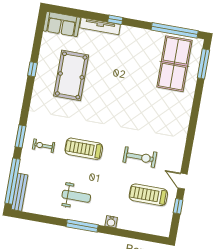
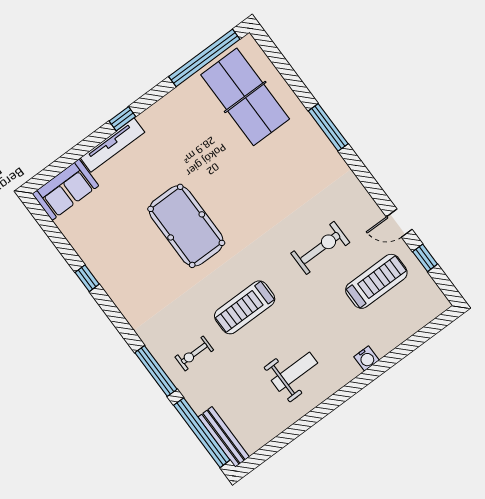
window: (203, 64) -> (328, 127), moved
pool table: (71, 75) -> (186, 226), moved
window: (20, 136) -> (156, 371), width x1.44
treadmill: (148, 195) -> (376, 281), turned 180
window: (82, 226) -> (338, 399), removed

